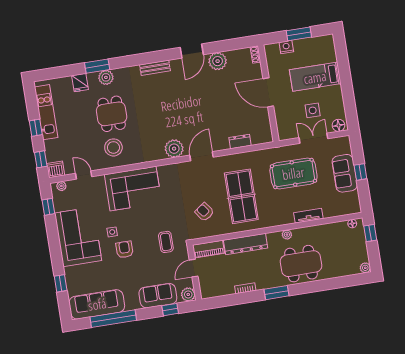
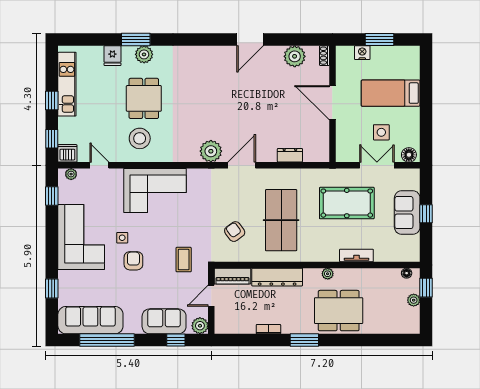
plant: (218, 61) -> (295, 56), moved
bench: (155, 68) -> (204, 52), removed
plant: (365, 268) -> (414, 300), moved

